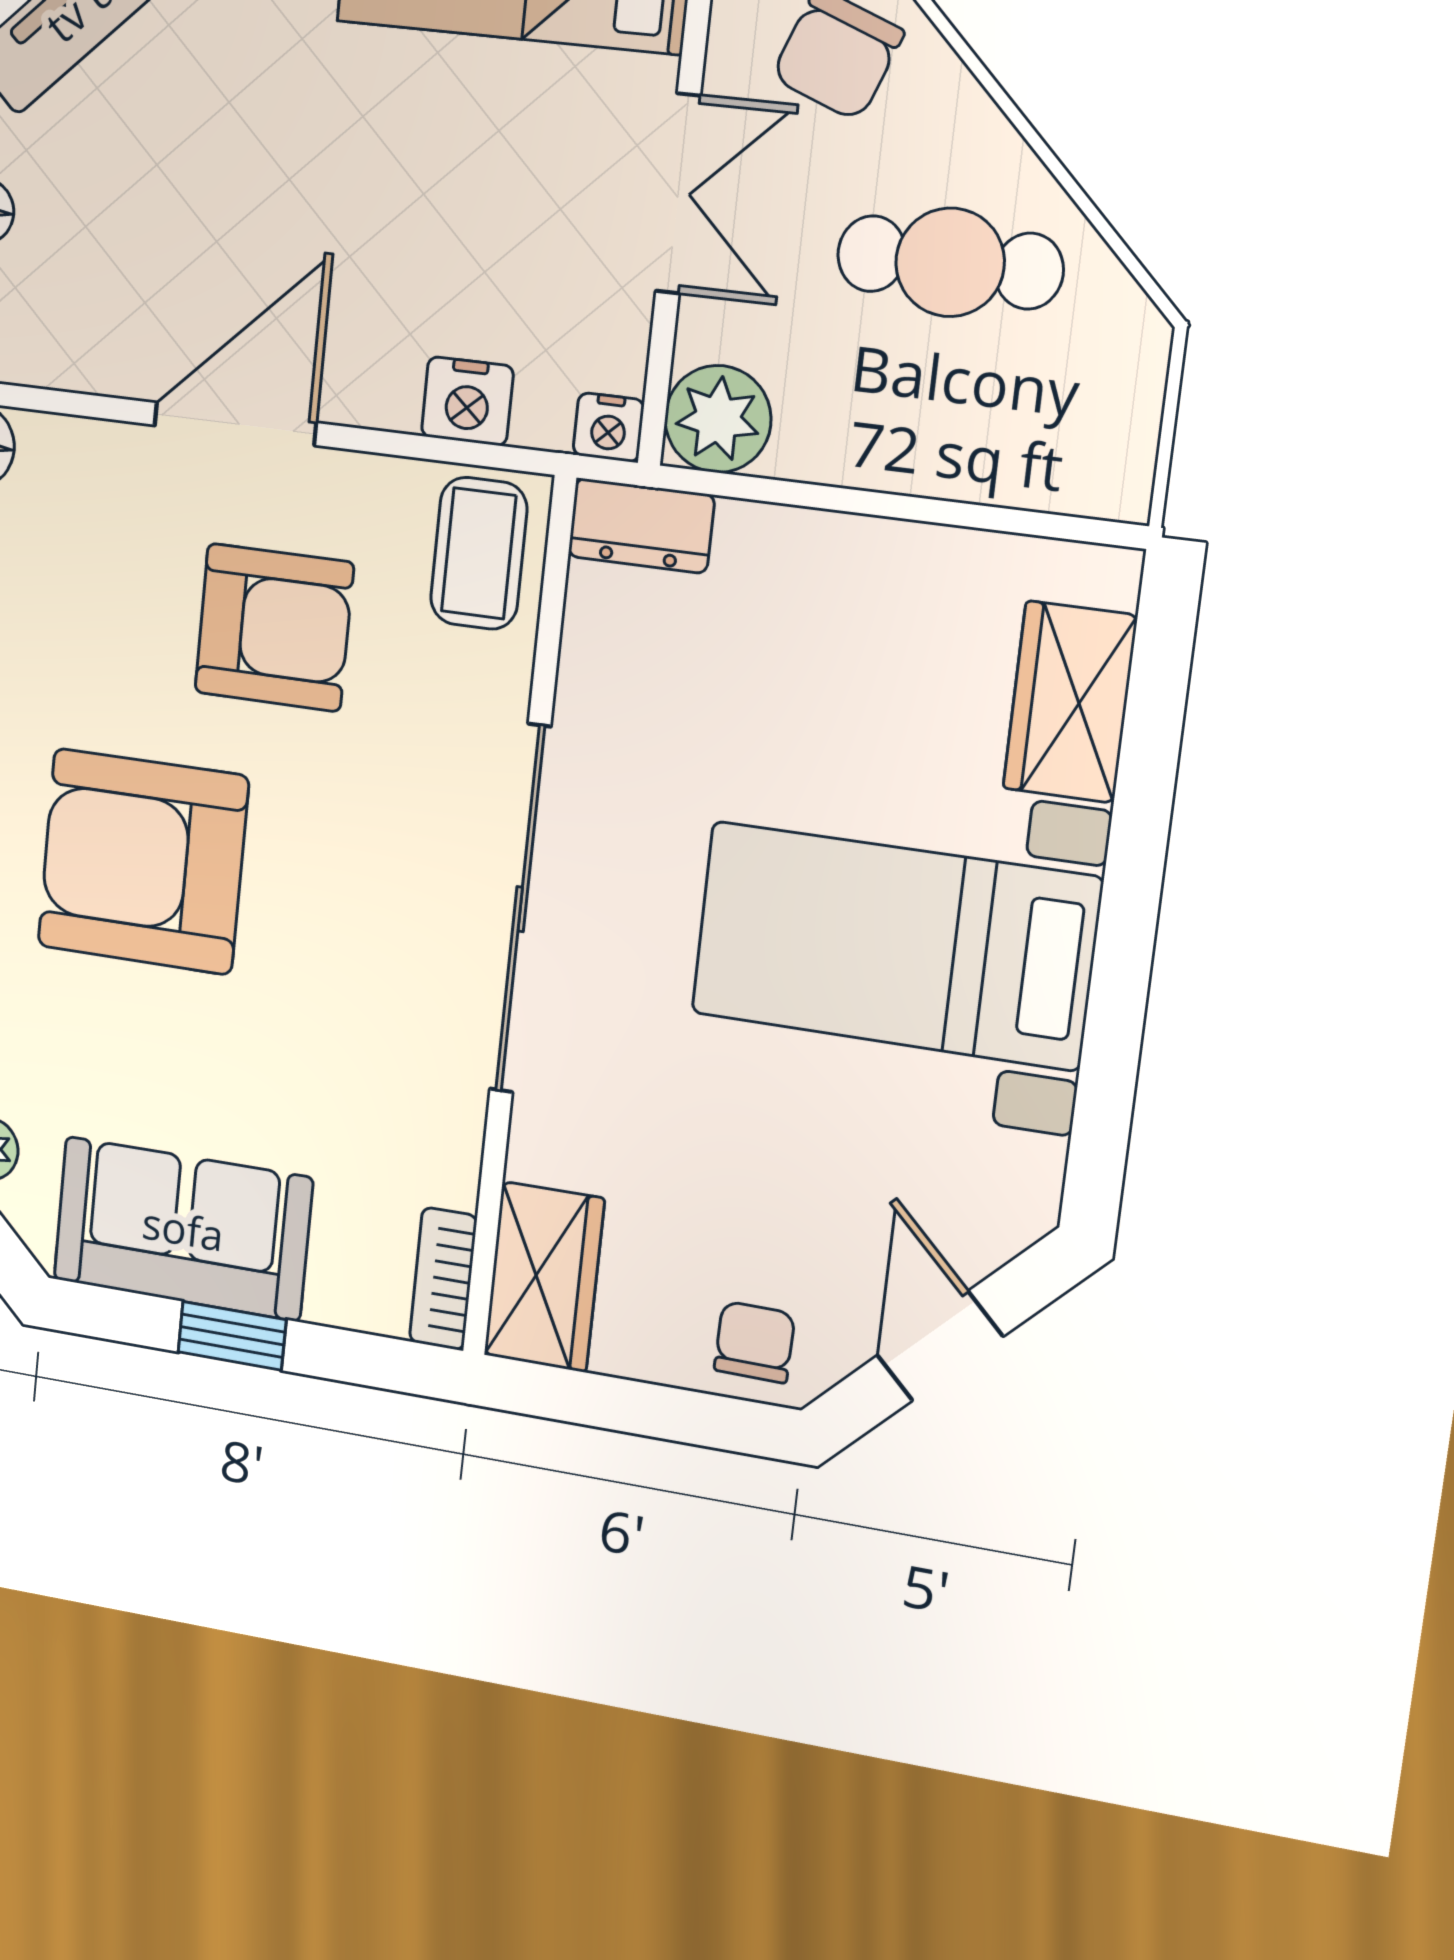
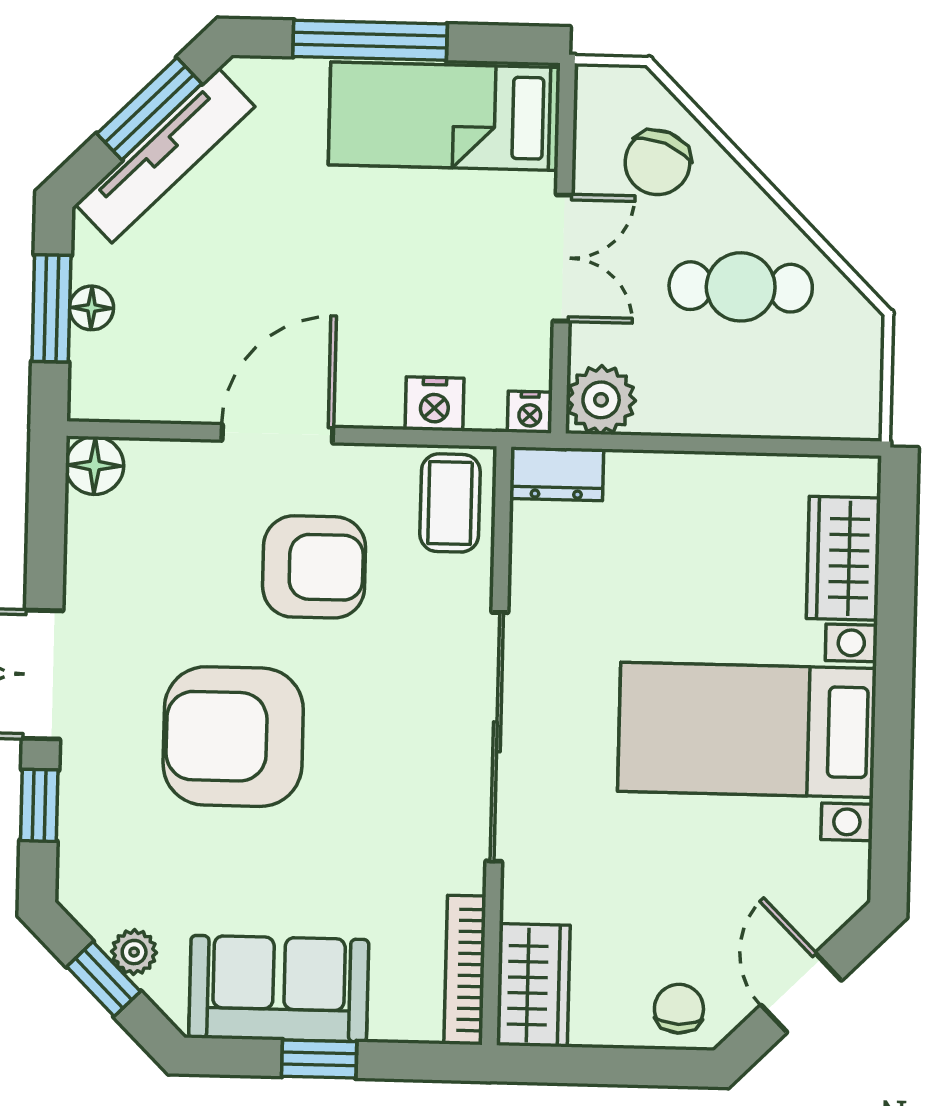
bookcase: (443, 1279) -> (465, 970), width x1.56

